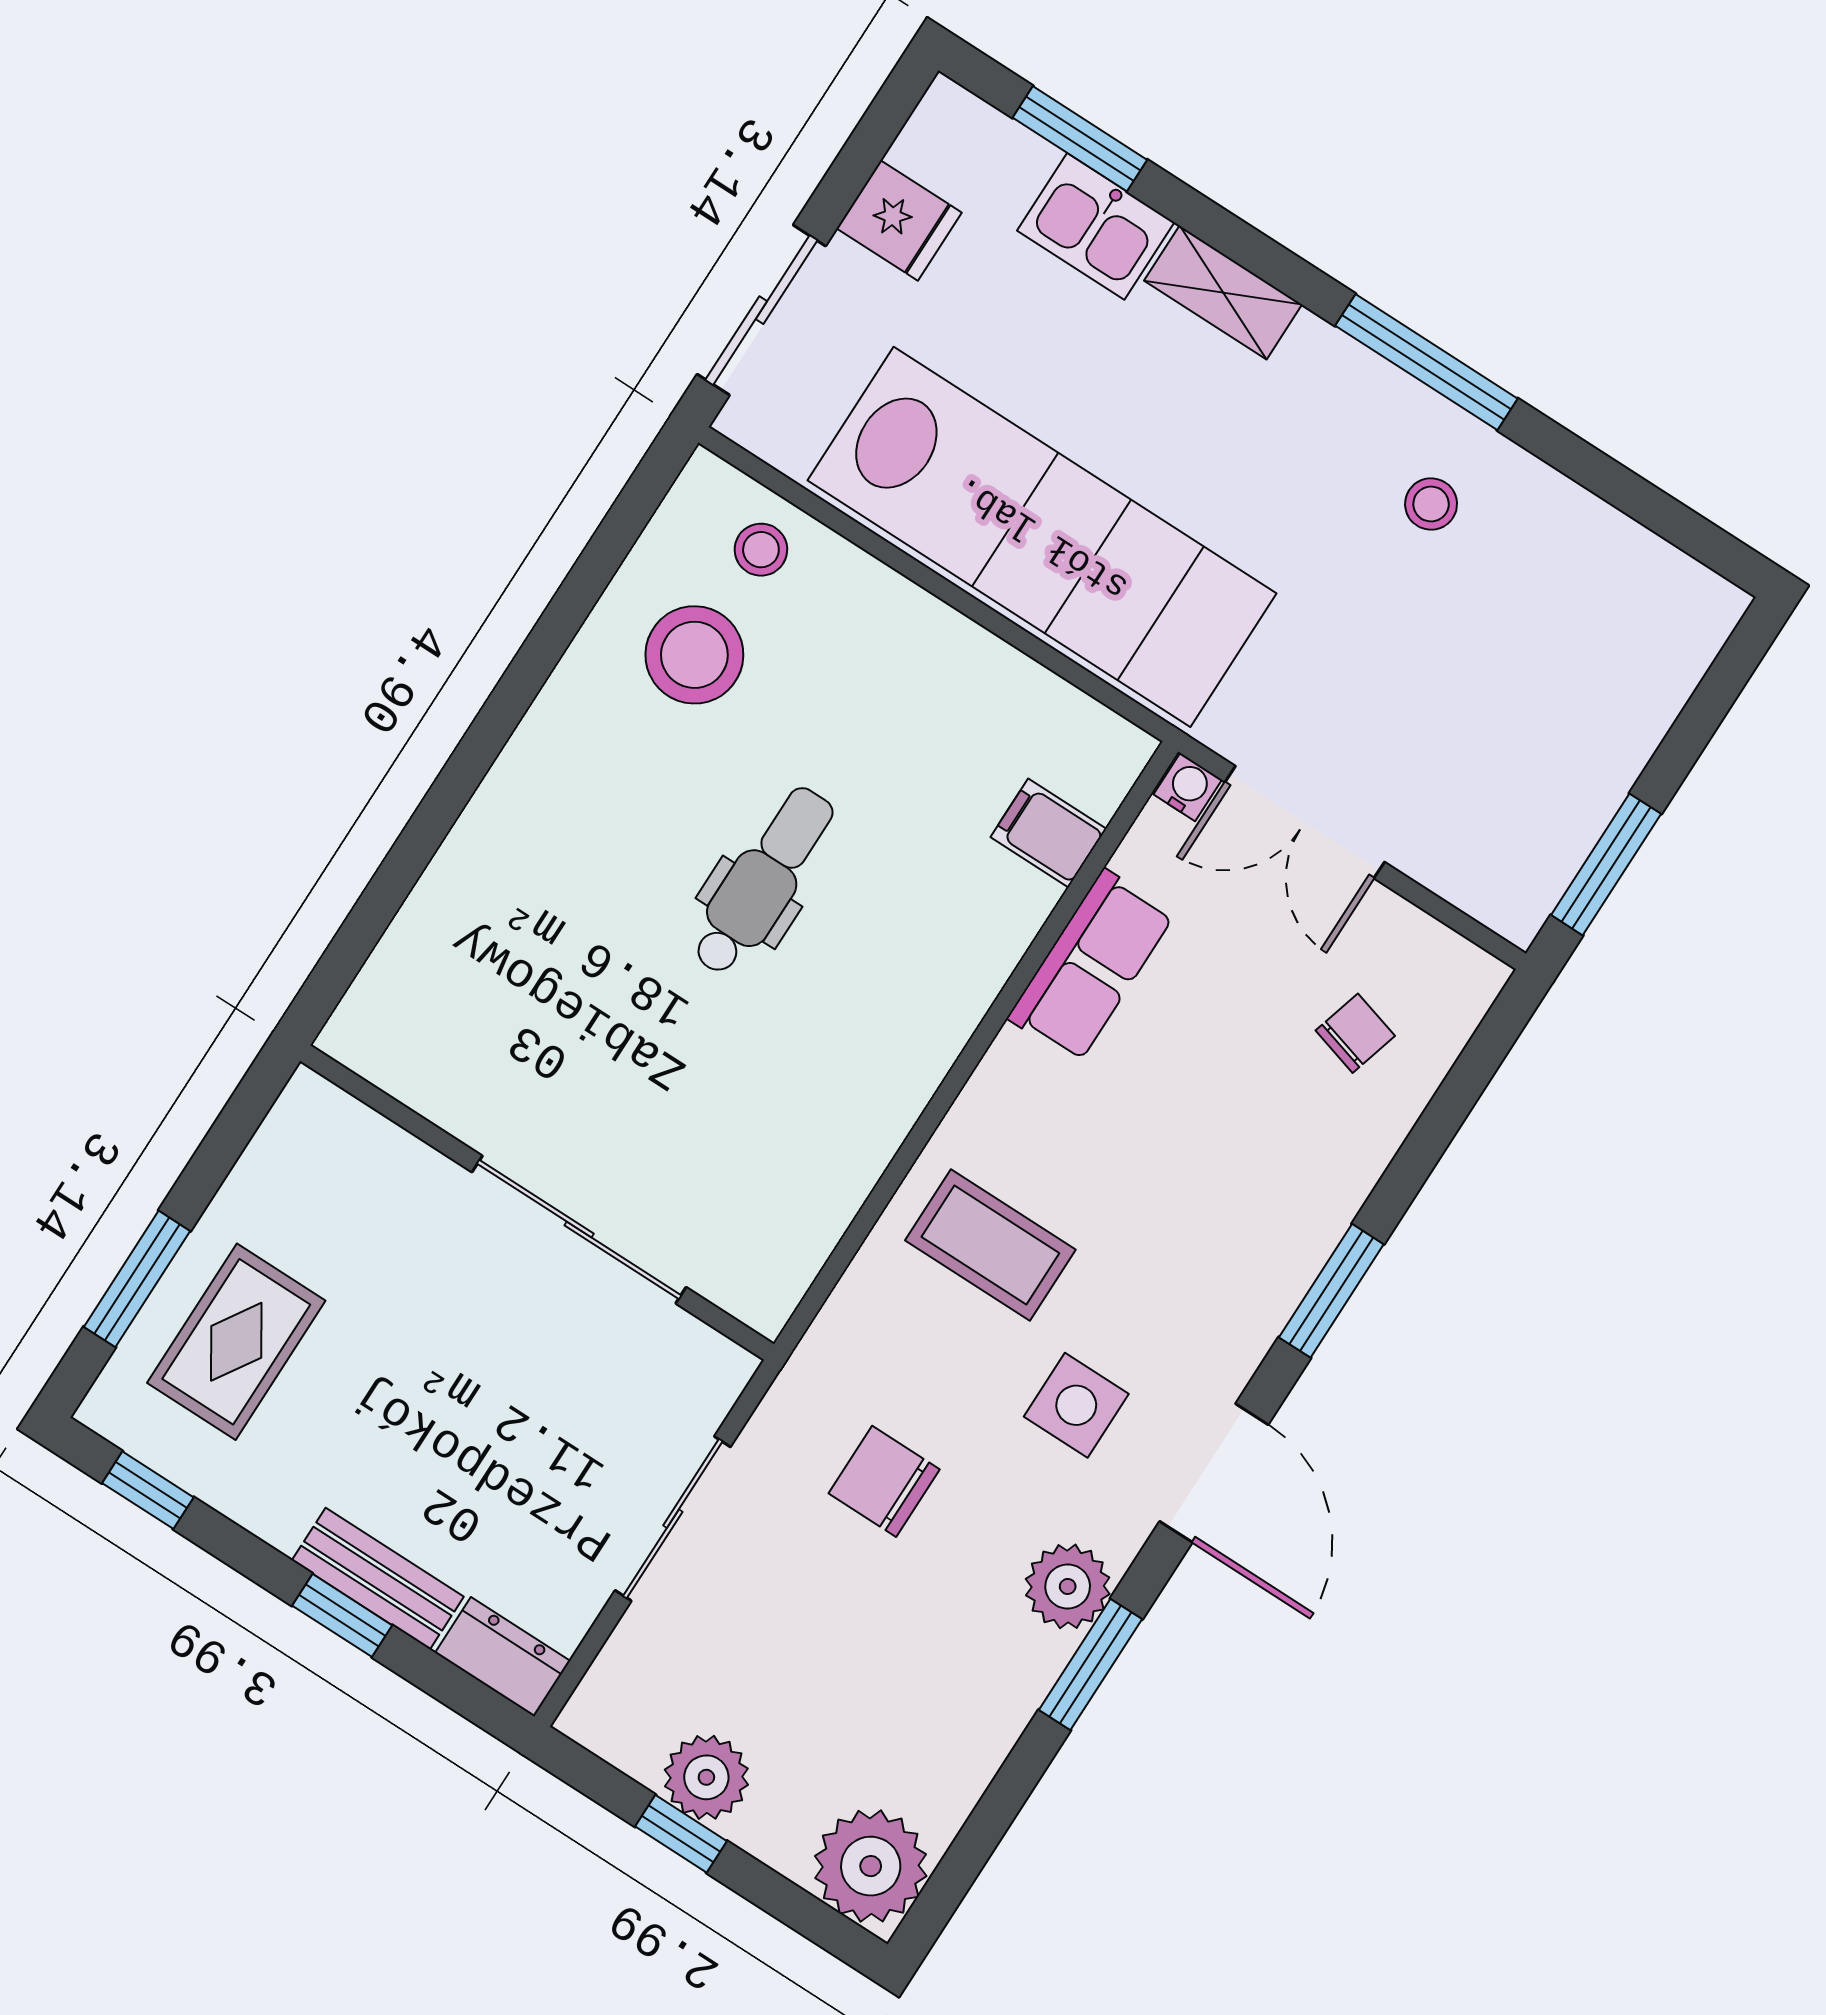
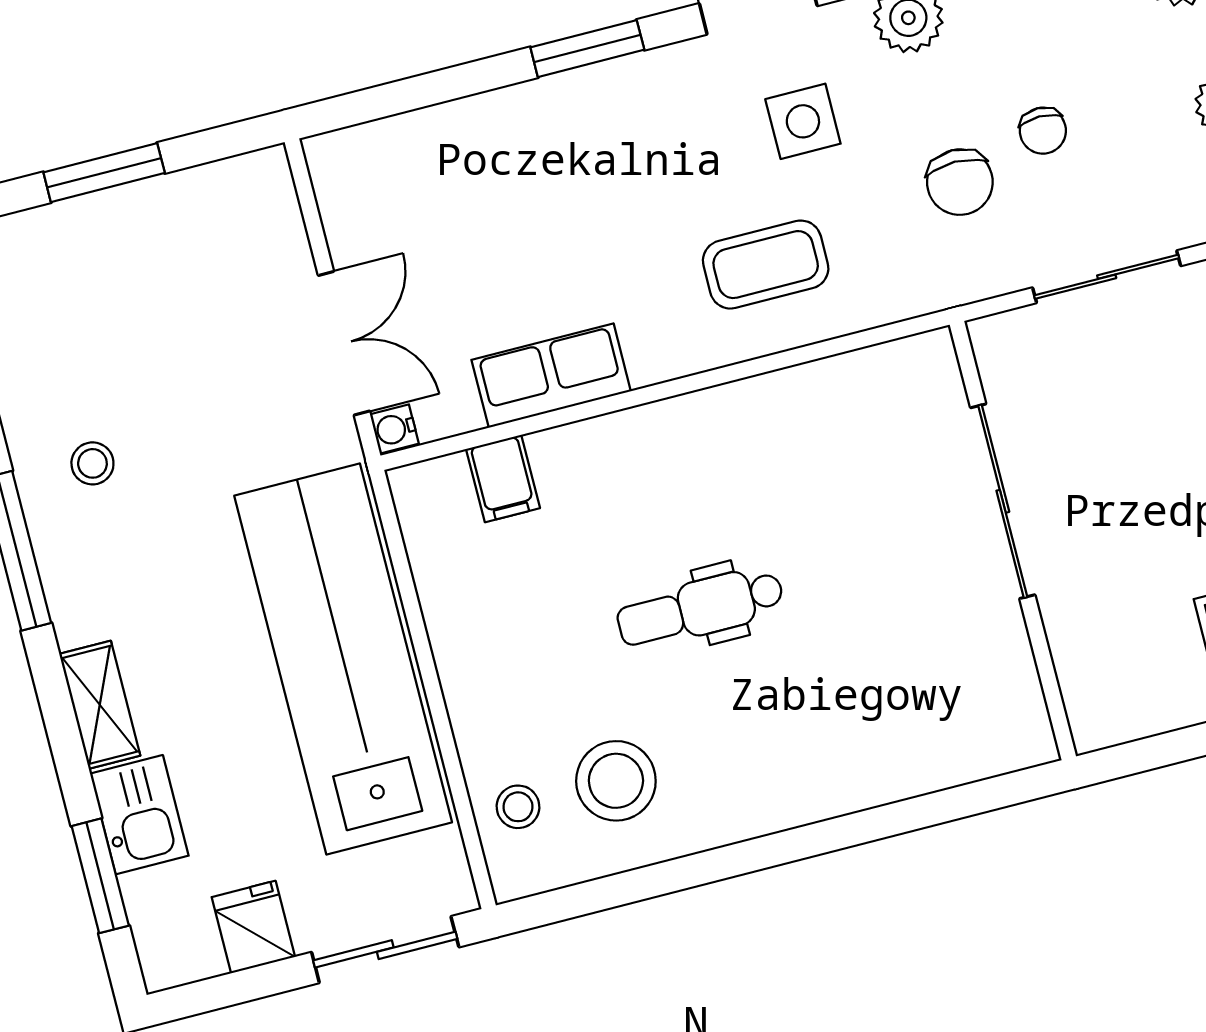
window: (1606, 864) -> (104, 173), moved
chair: (1355, 1033) -> (1043, 131), moved, turned -106
coffee table: (990, 1245) -> (766, 265), turned 90

